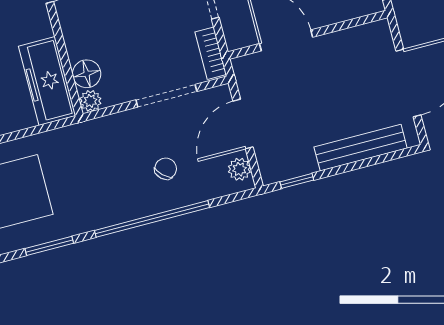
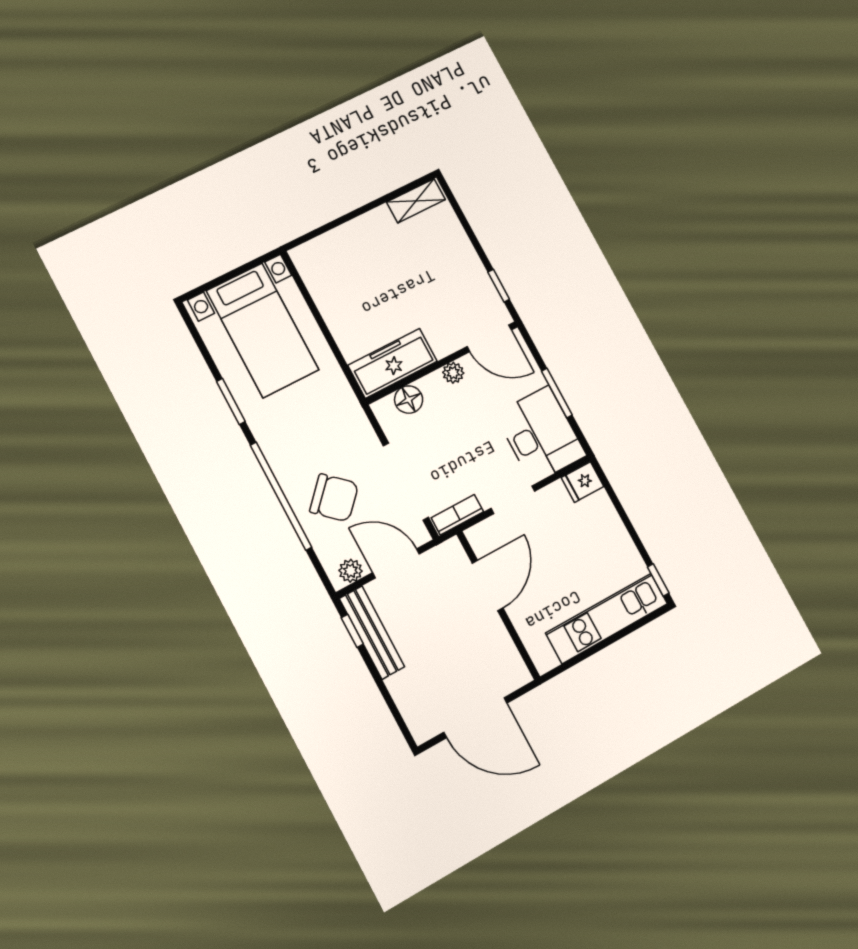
doorway: (166, 96) -> (406, 482), width x1.36
plant: (90, 101) -> (453, 373), moved
bench: (361, 148) -> (372, 633), moved
chair: (166, 169) -> (334, 498), width x1.87, depth x1.87

